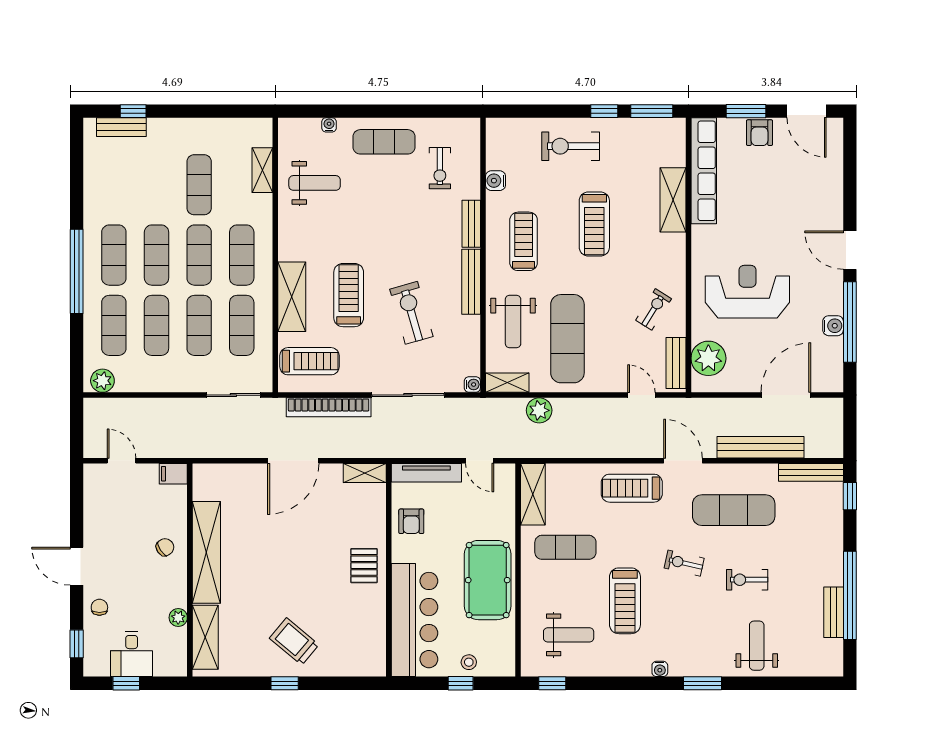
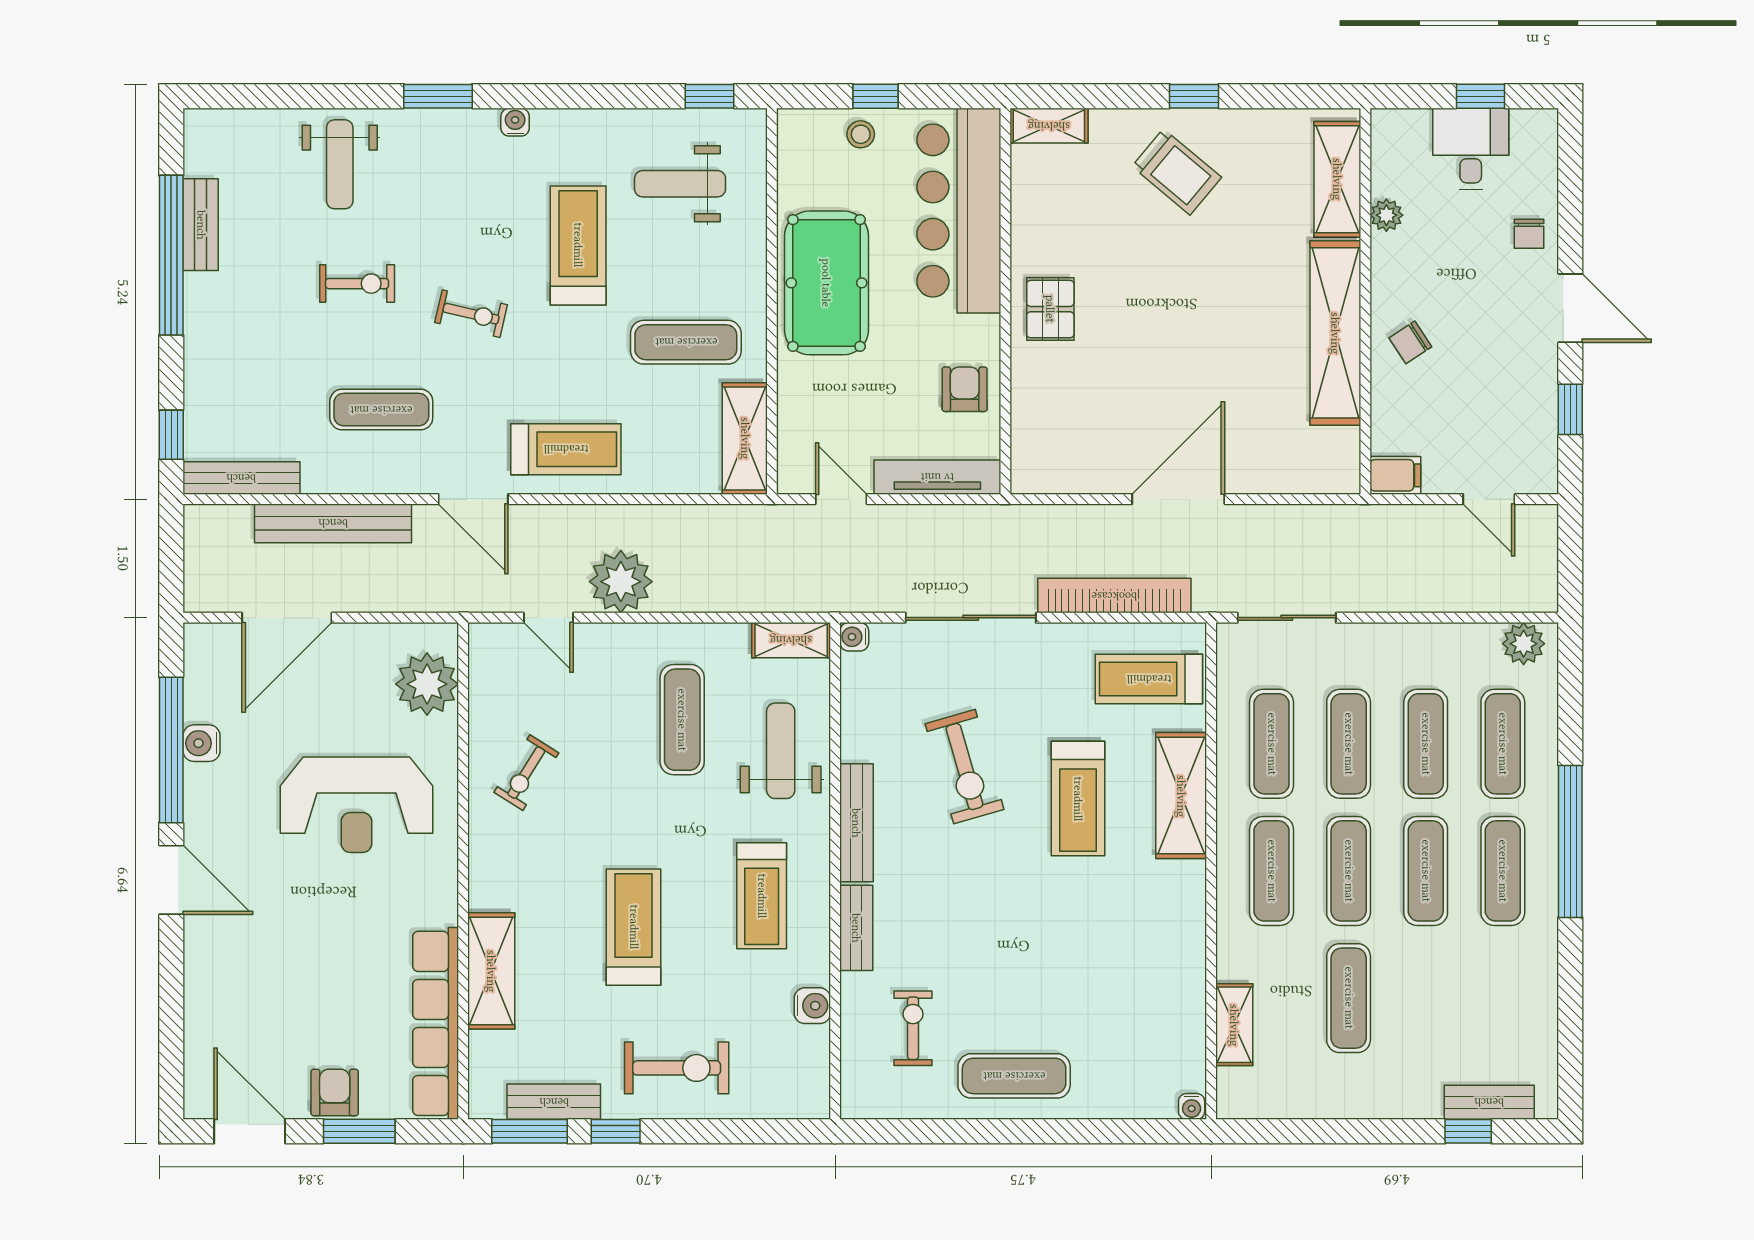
water cooler: (329, 125) -> (1192, 1106), moved
weight bench: (315, 183) -> (1140, 1002), removed
exercise mat: (567, 339) -> (682, 720), width x0.73, depth x0.69
bench: (676, 363) -> (554, 1102), moved, turned 90
plant: (539, 410) -> (621, 582), moved, width x1.36, depth x1.36
shelving: (365, 473) -> (1049, 126), moved
exercise mat: (734, 510) -> (381, 410), width x0.73, depth x0.69
window: (77, 644) -> (1570, 409), moved

